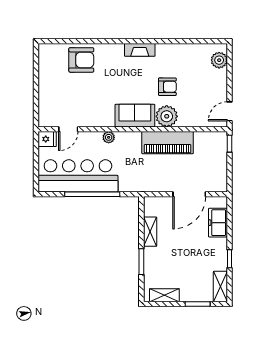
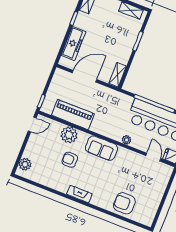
plant: (167, 116) -> (69, 135), moved
door: (68, 129) -> (153, 157), hinge flipped
piano: (168, 143) -> (73, 115), moved
freezer: (218, 223) -> (73, 44), width x1.40
shelving: (150, 232) -> (118, 75), moved

